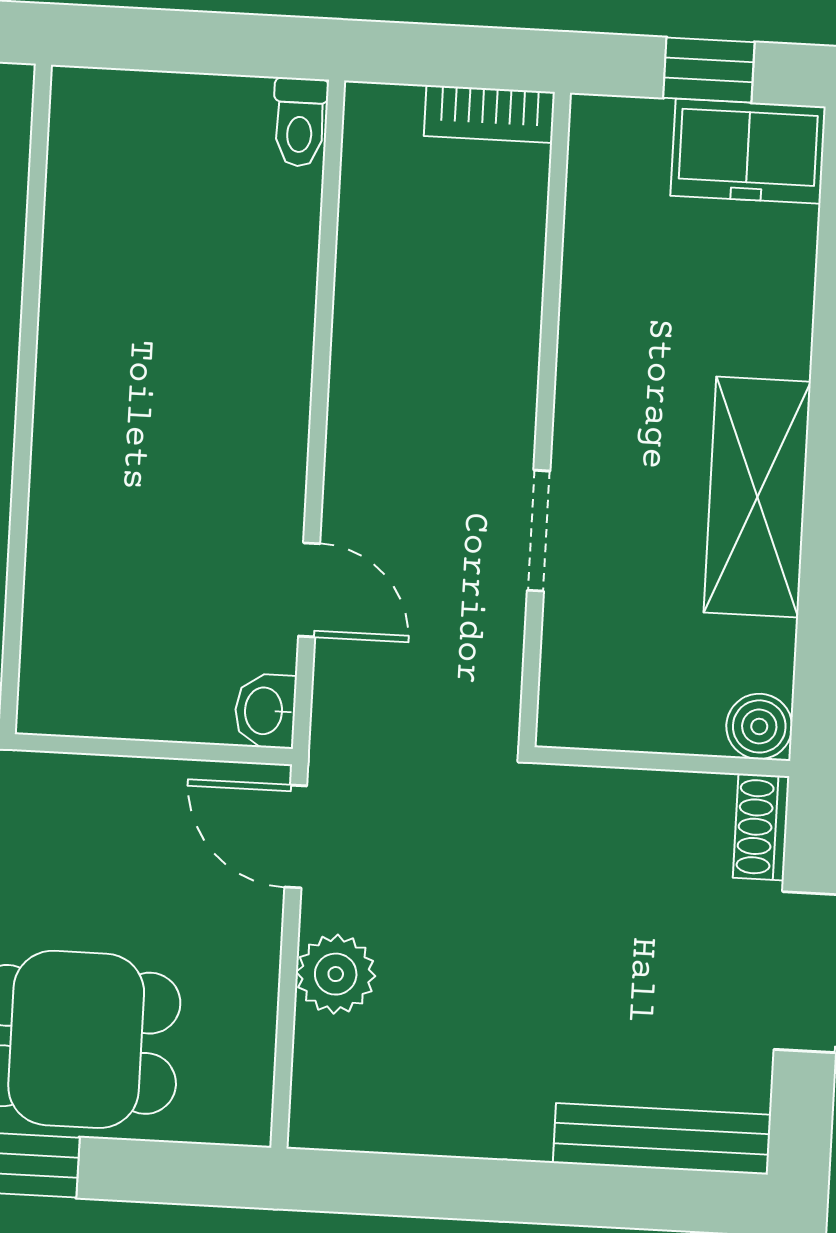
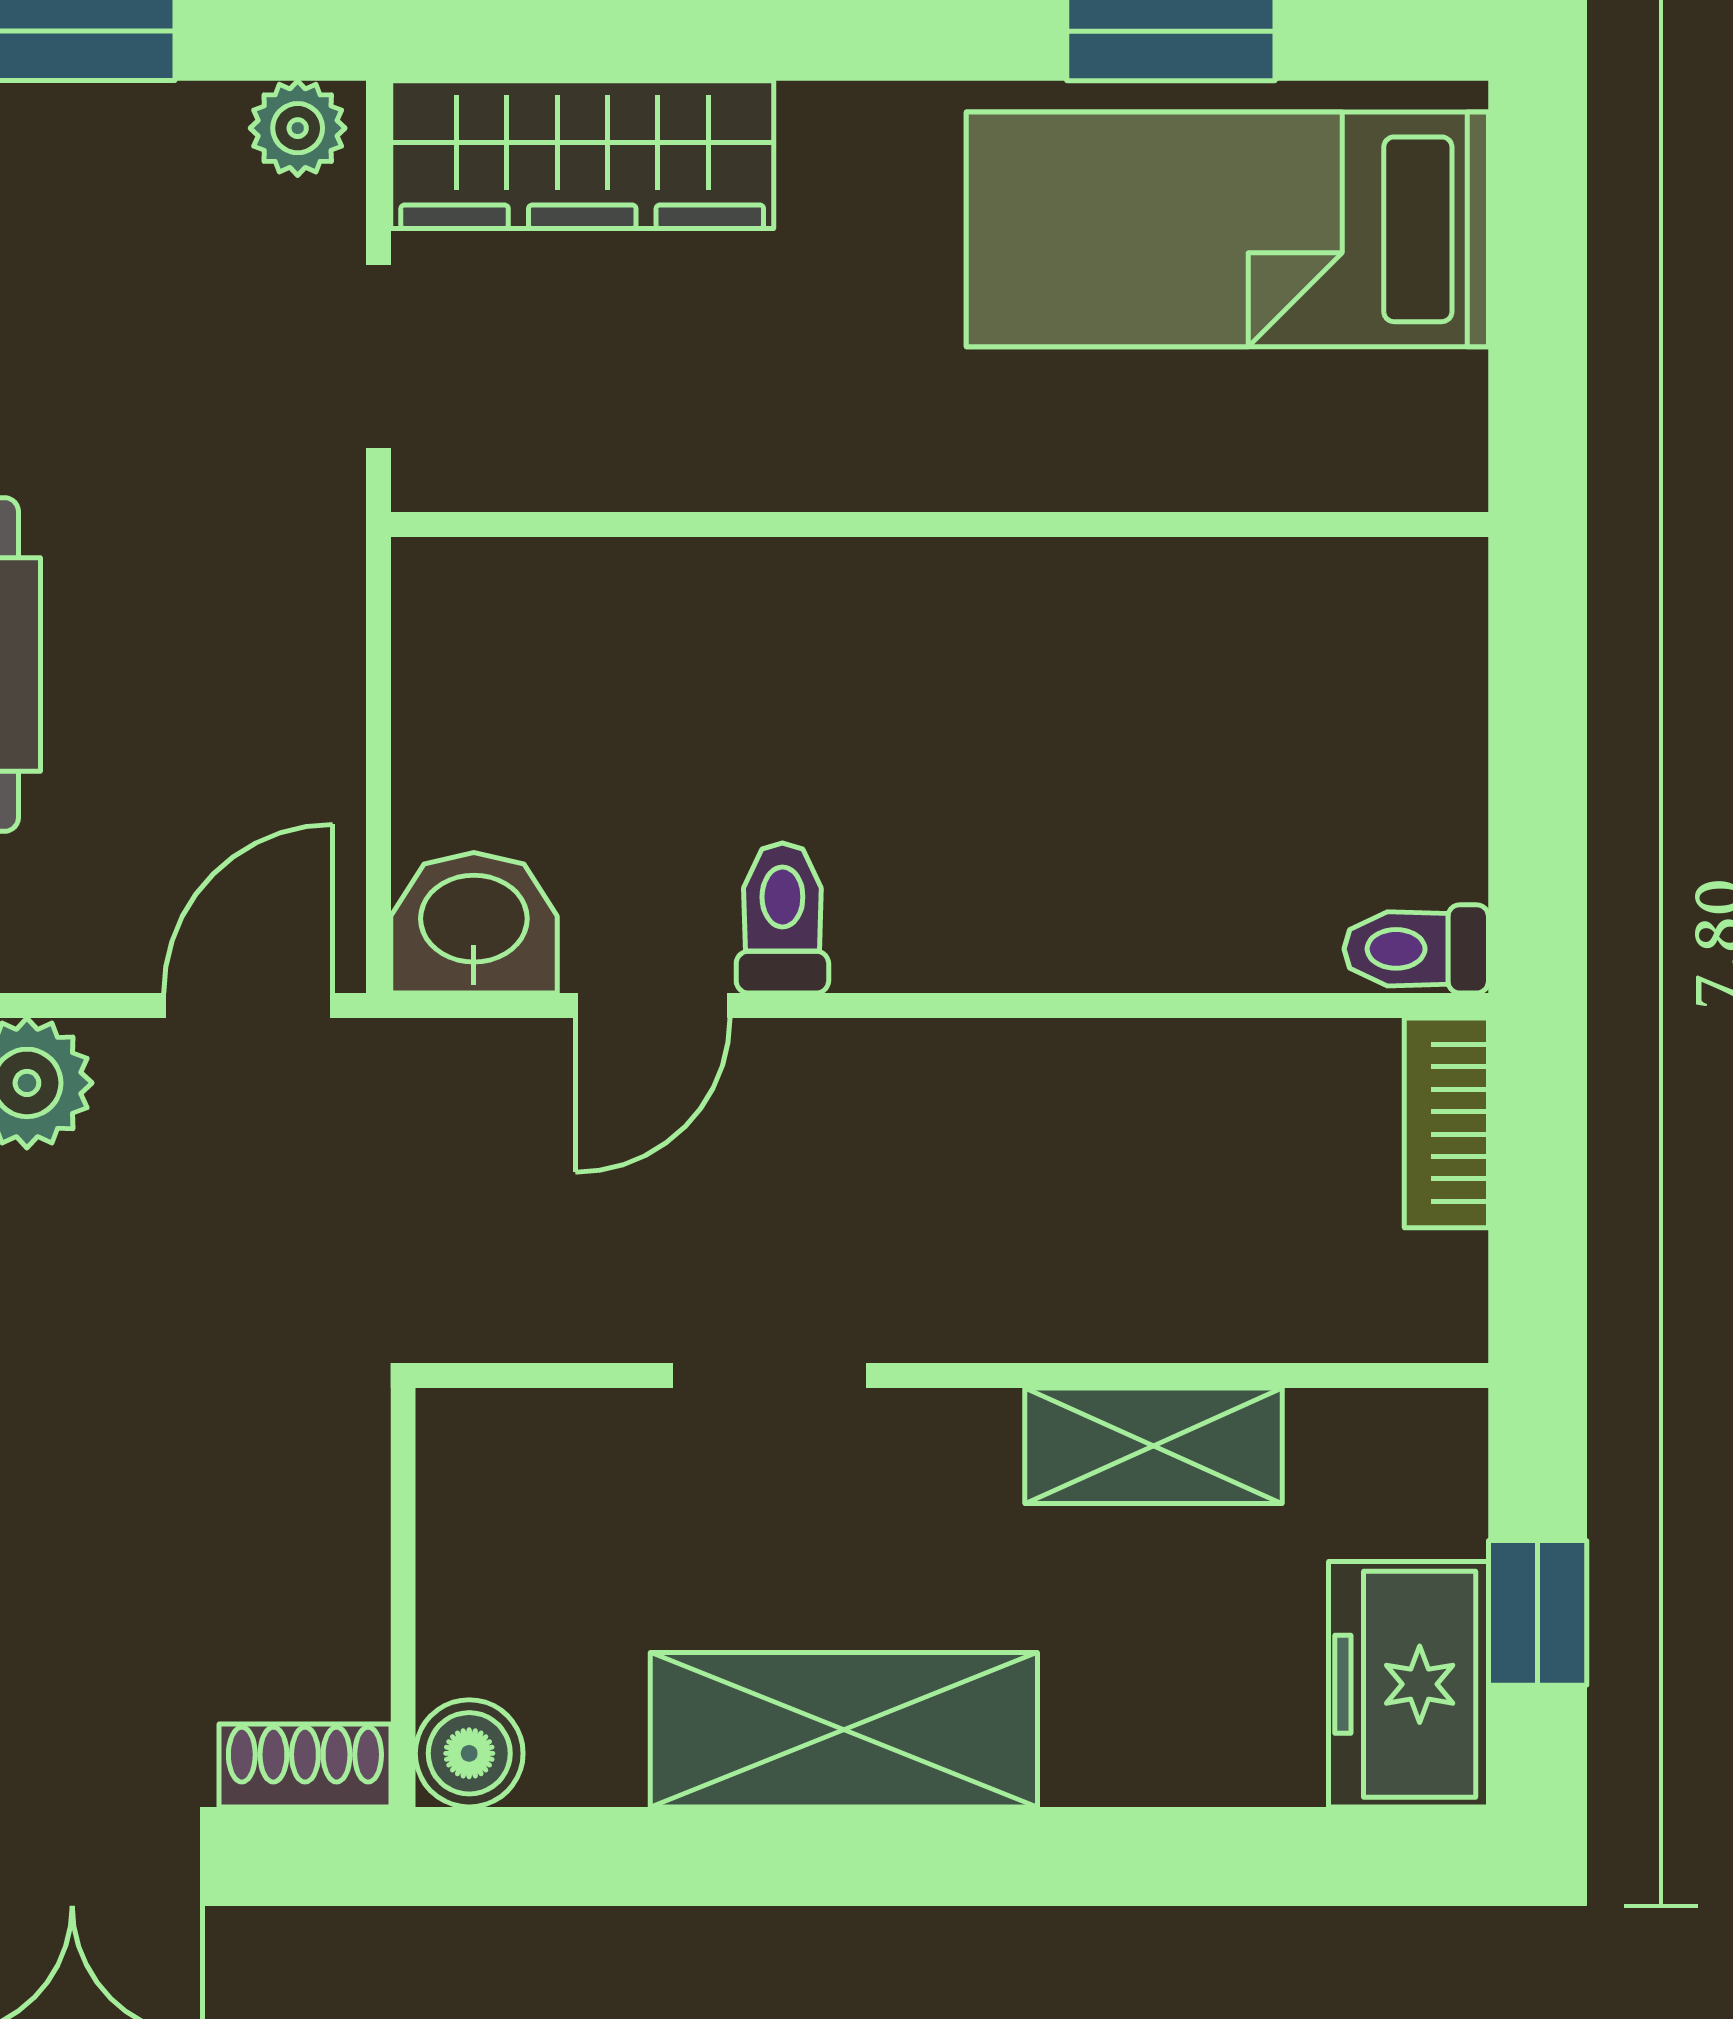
bookcase: (489, 114) -> (1446, 1123), moved
shelving: (594, 299) -> (1154, 1446), added
toilet: (260, 508) -> (782, 918), added
washbasin: (265, 711) -> (474, 923), width x1.38, depth x1.45

